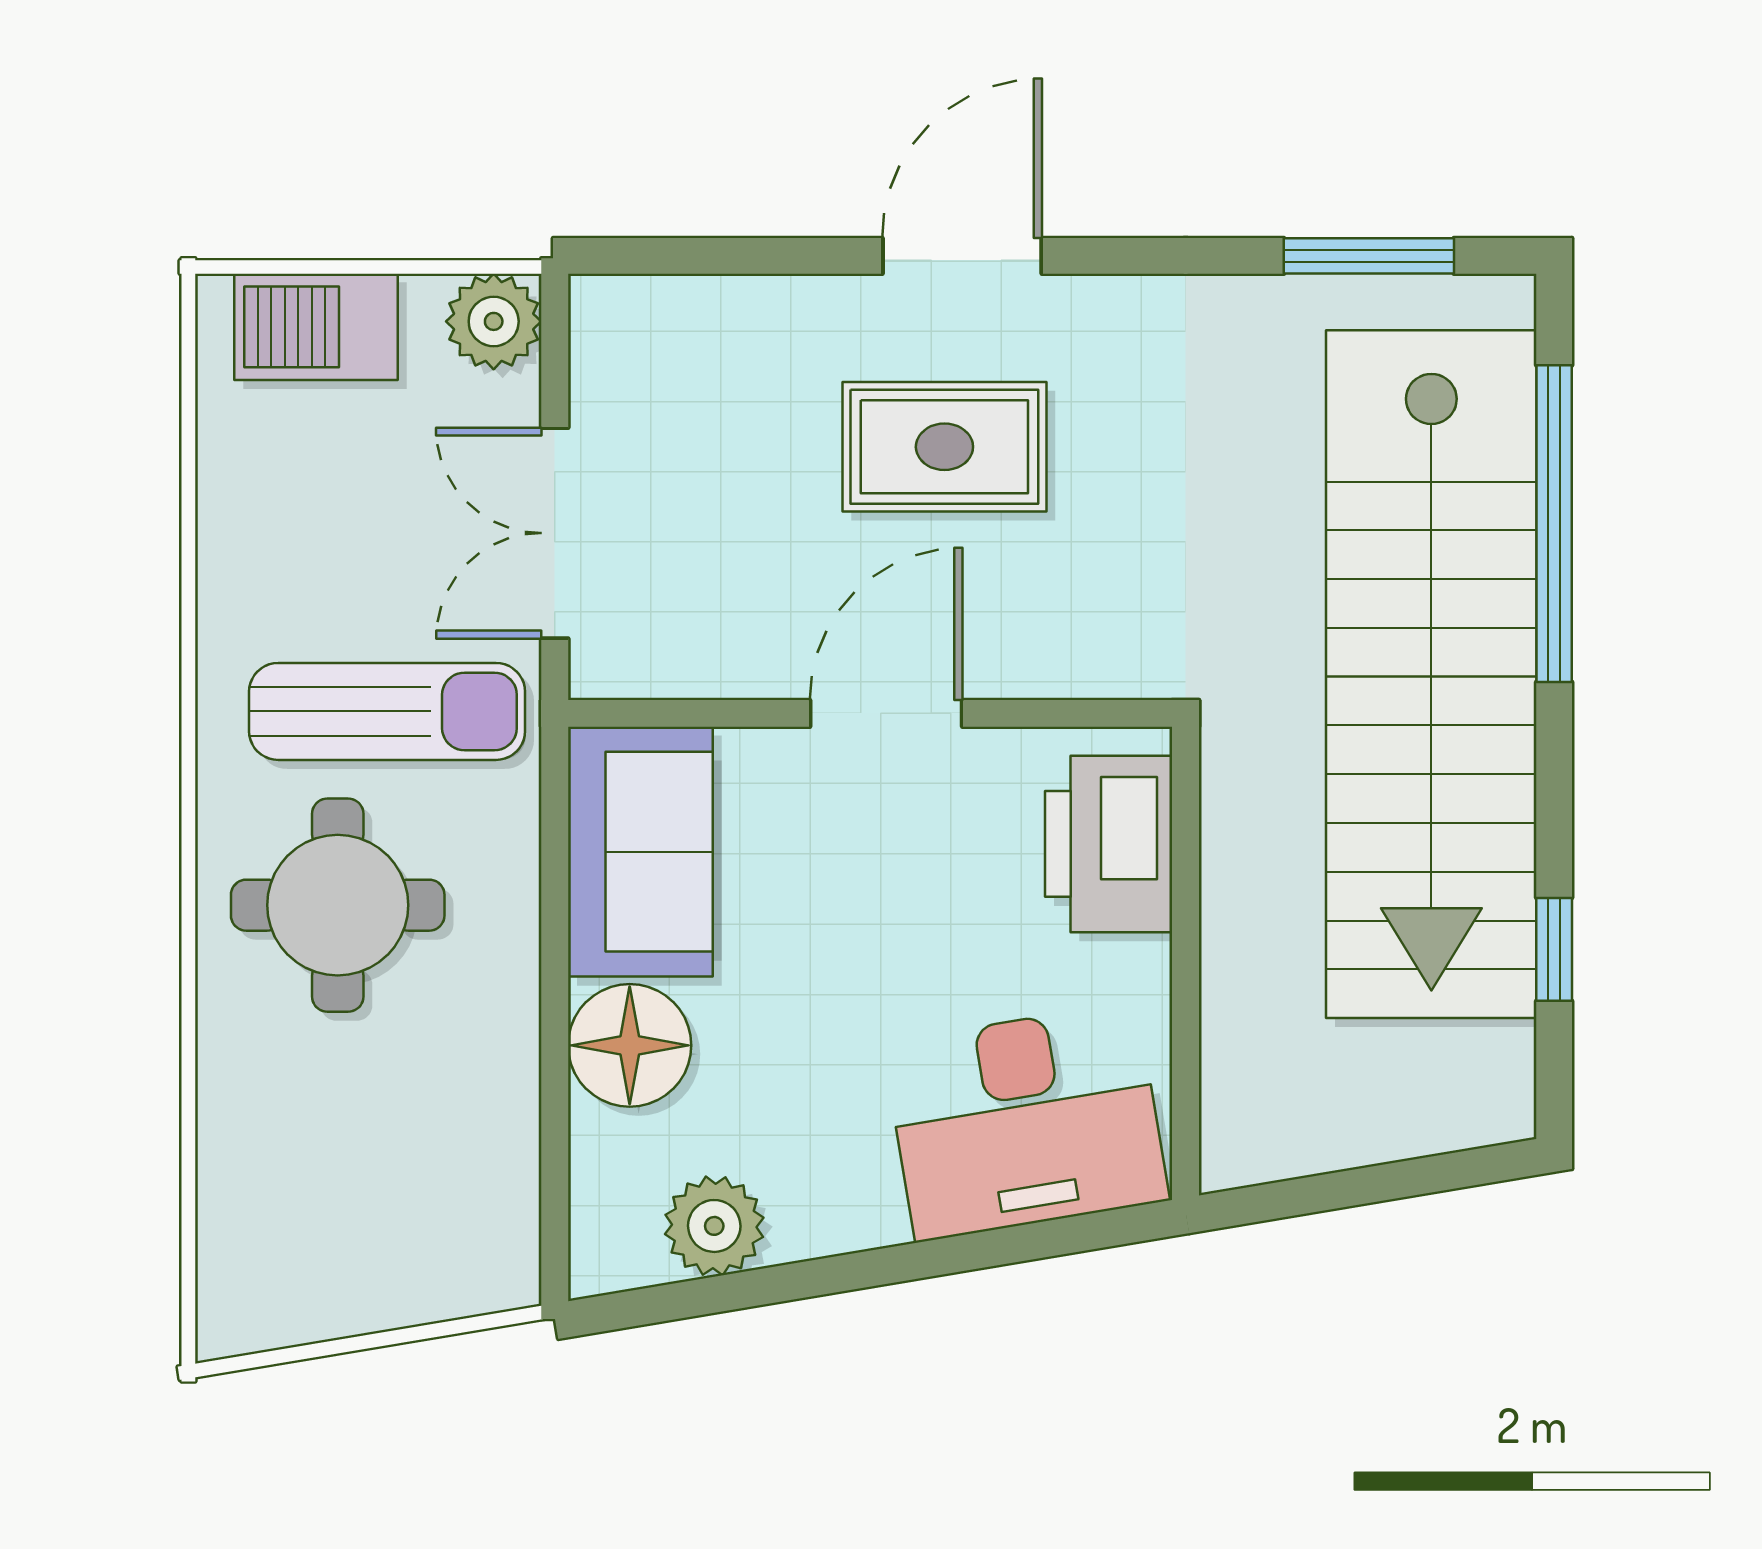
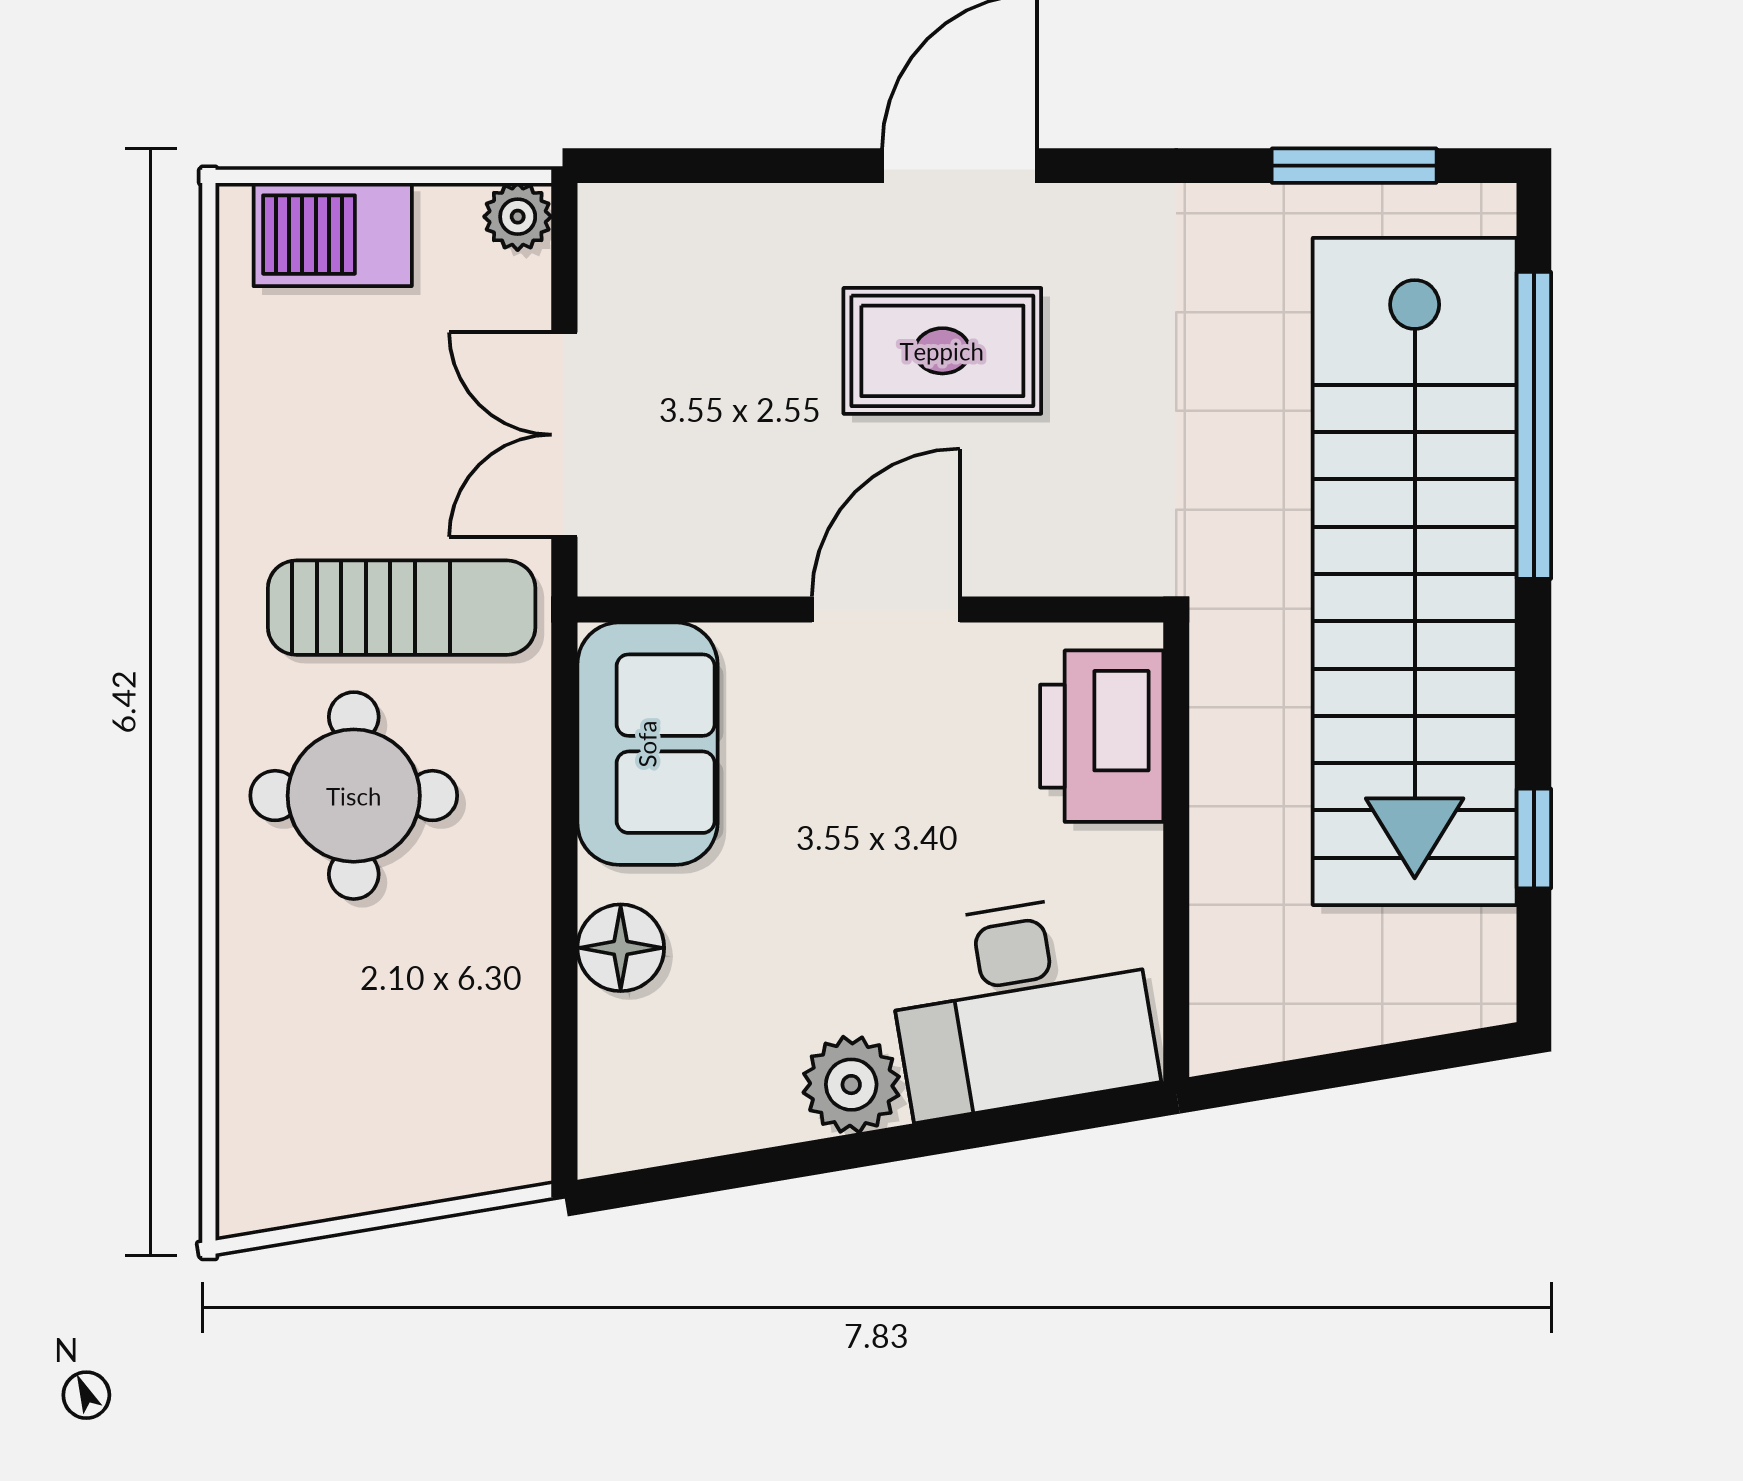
plant: (494, 321) -> (518, 217), width x0.73, depth x0.73
floor lamp: (630, 1045) -> (621, 948), width x0.73, depth x0.73
plant: (714, 1226) -> (851, 1085), moved

